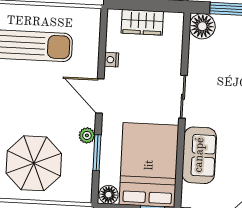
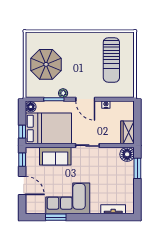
wardrobe: (142, 22) -> (128, 132), moved
door: (100, 96) -> (85, 99), swing flipped

